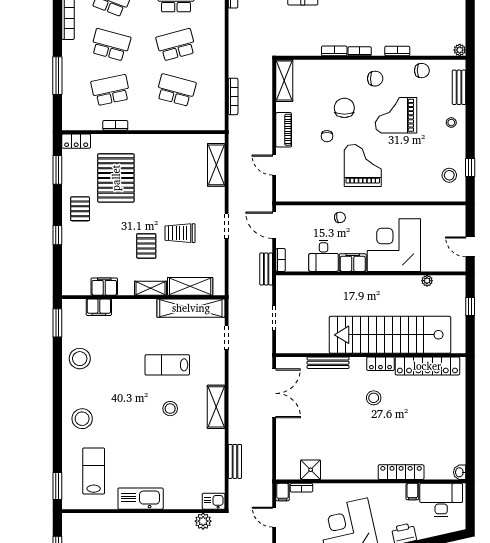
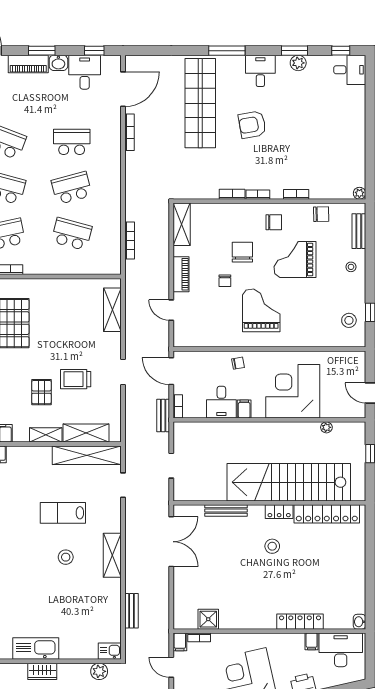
filing cabinet: (353, 263) -> (244, 409), width x0.50
wardrobe: (147, 521) -> (42, 671), added

